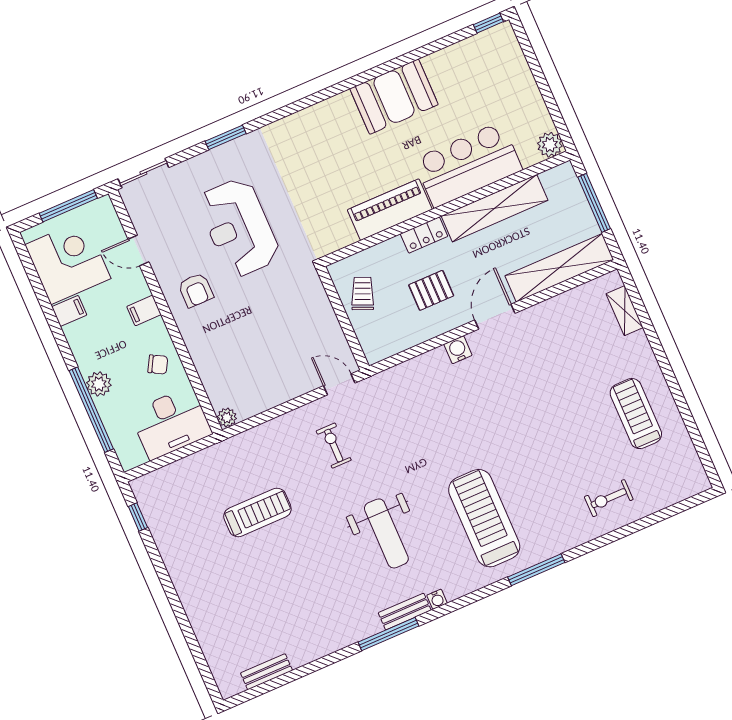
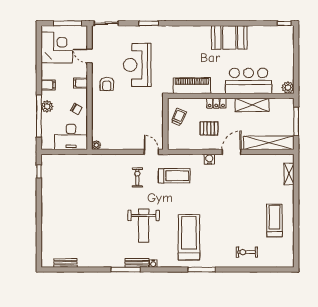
shelving: (495, 208) -> (252, 105), width x0.68
piano: (390, 210) -> (192, 86), moved
filing cabinet: (69, 311) -> (48, 85), moved
treadmill: (257, 512) -> (174, 176), moved

